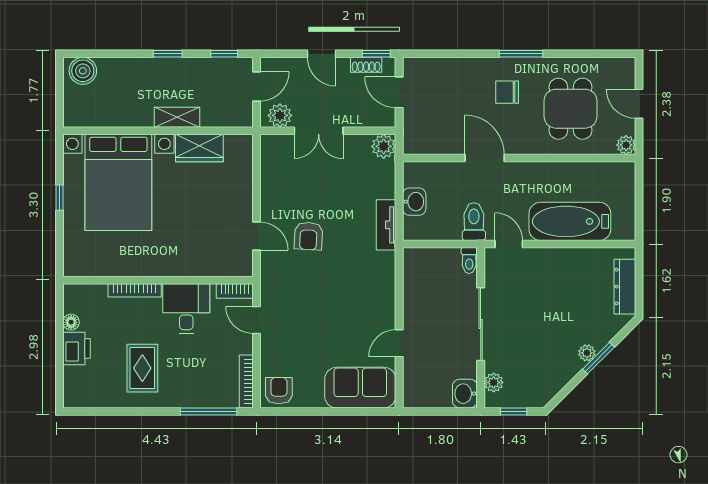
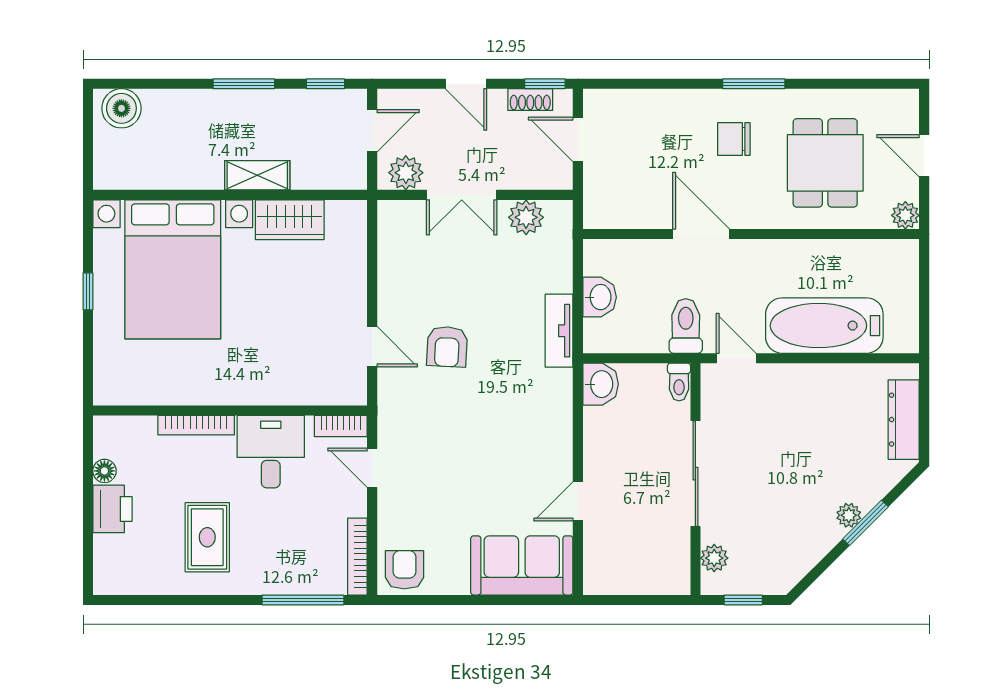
window: (168, 54) -> (244, 84), width x1.50
plant: (384, 146) -> (526, 217), moved
washbasin: (465, 394) -> (601, 384), moved, turned 180

